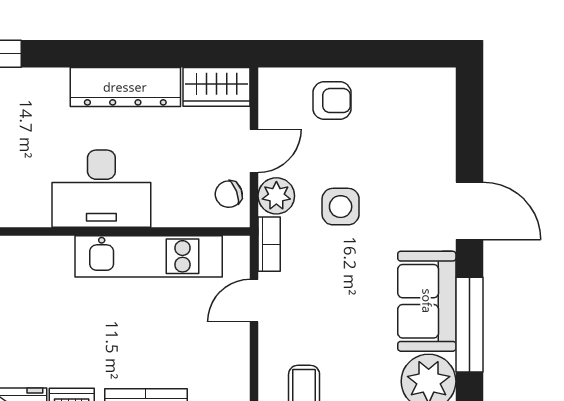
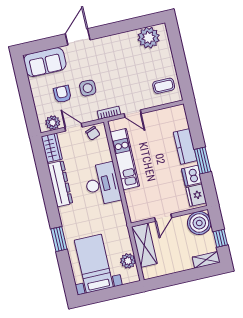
armchair: (332, 101) -> (62, 94), moved
plant: (276, 196) -> (53, 123), moved
sofa: (427, 301) -> (45, 62), moved
window: (470, 325) -> (123, 27), removed

